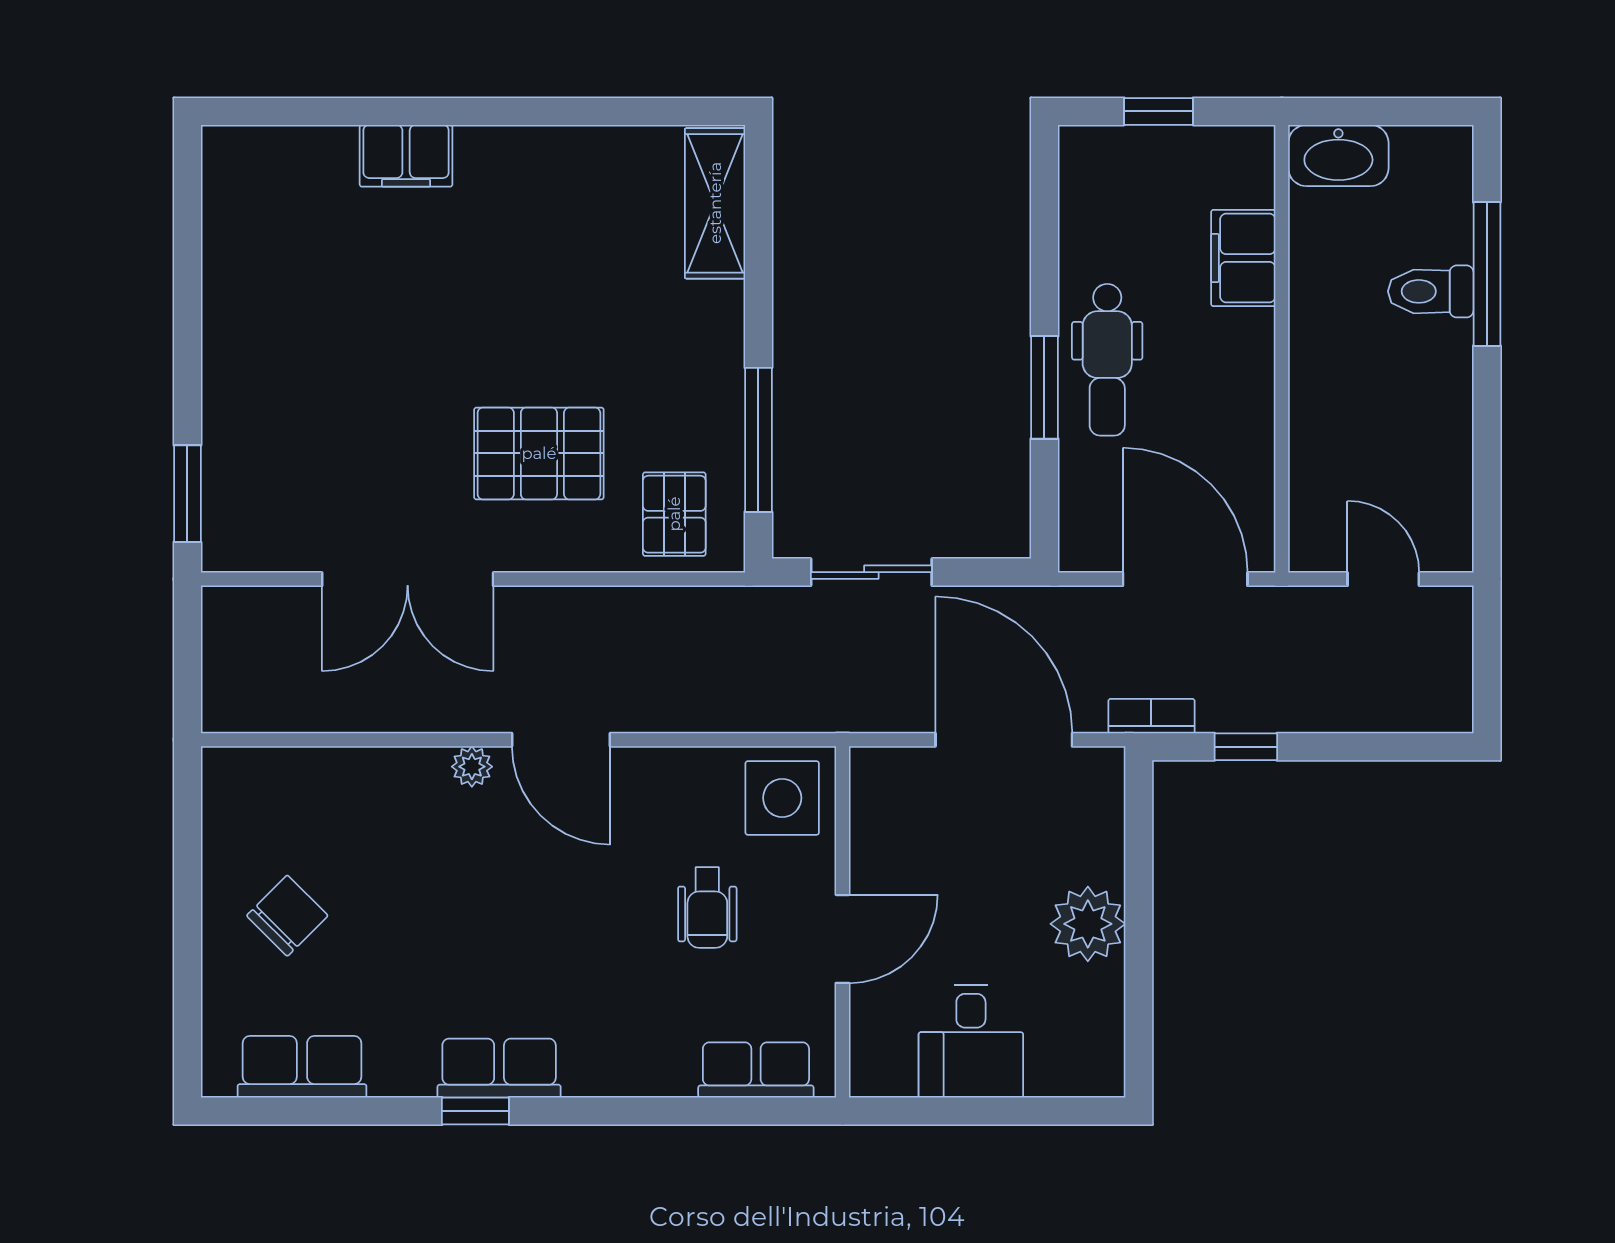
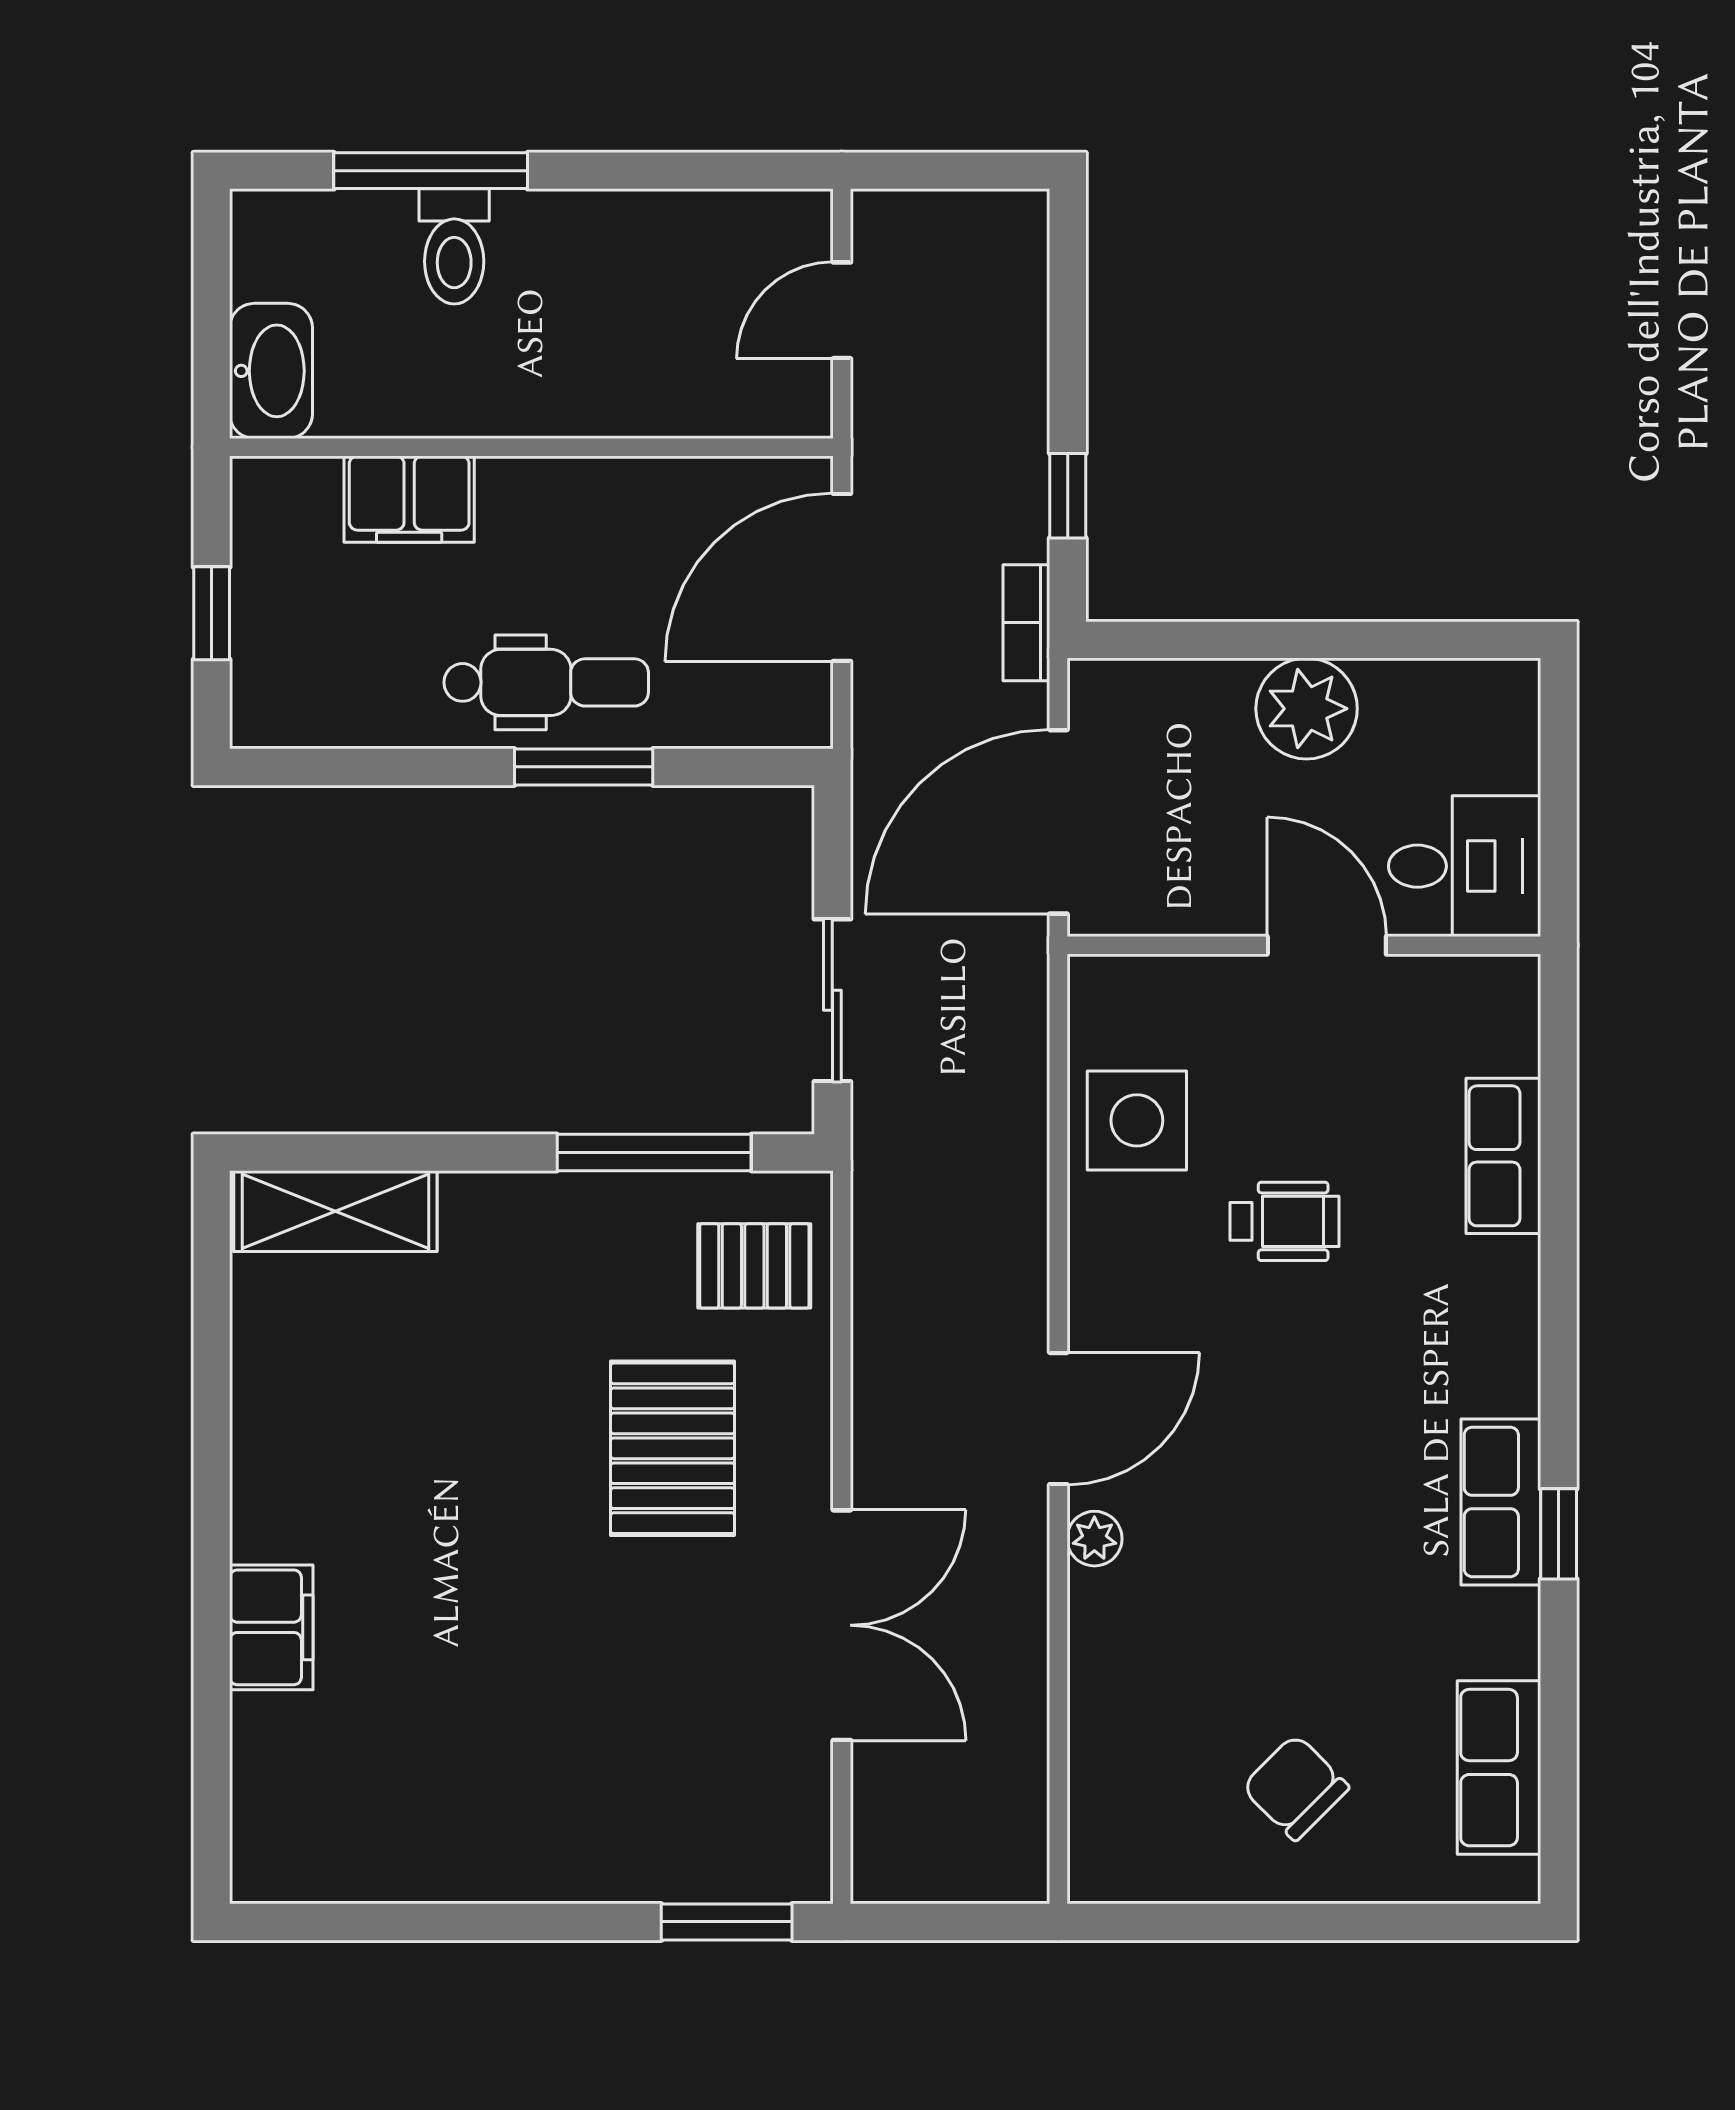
wall: (843, 922) -> (1304, 945), moved
door: (843, 939) -> (1327, 945), moved

